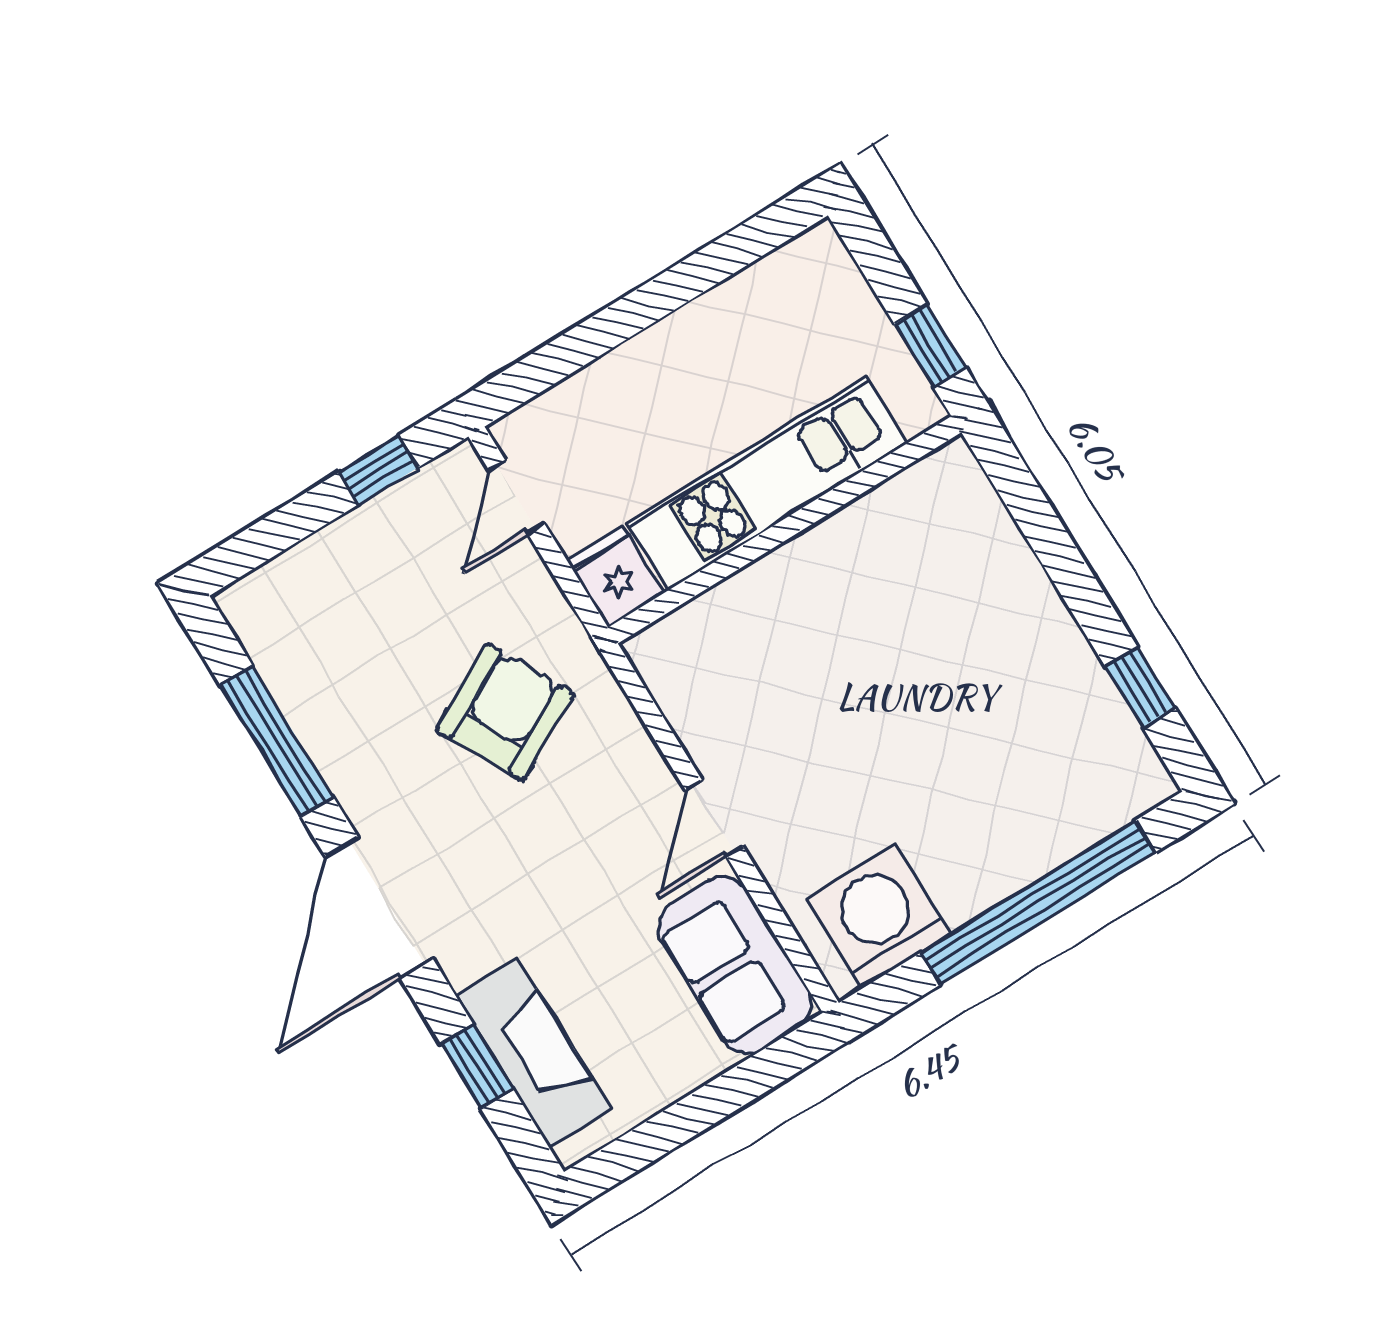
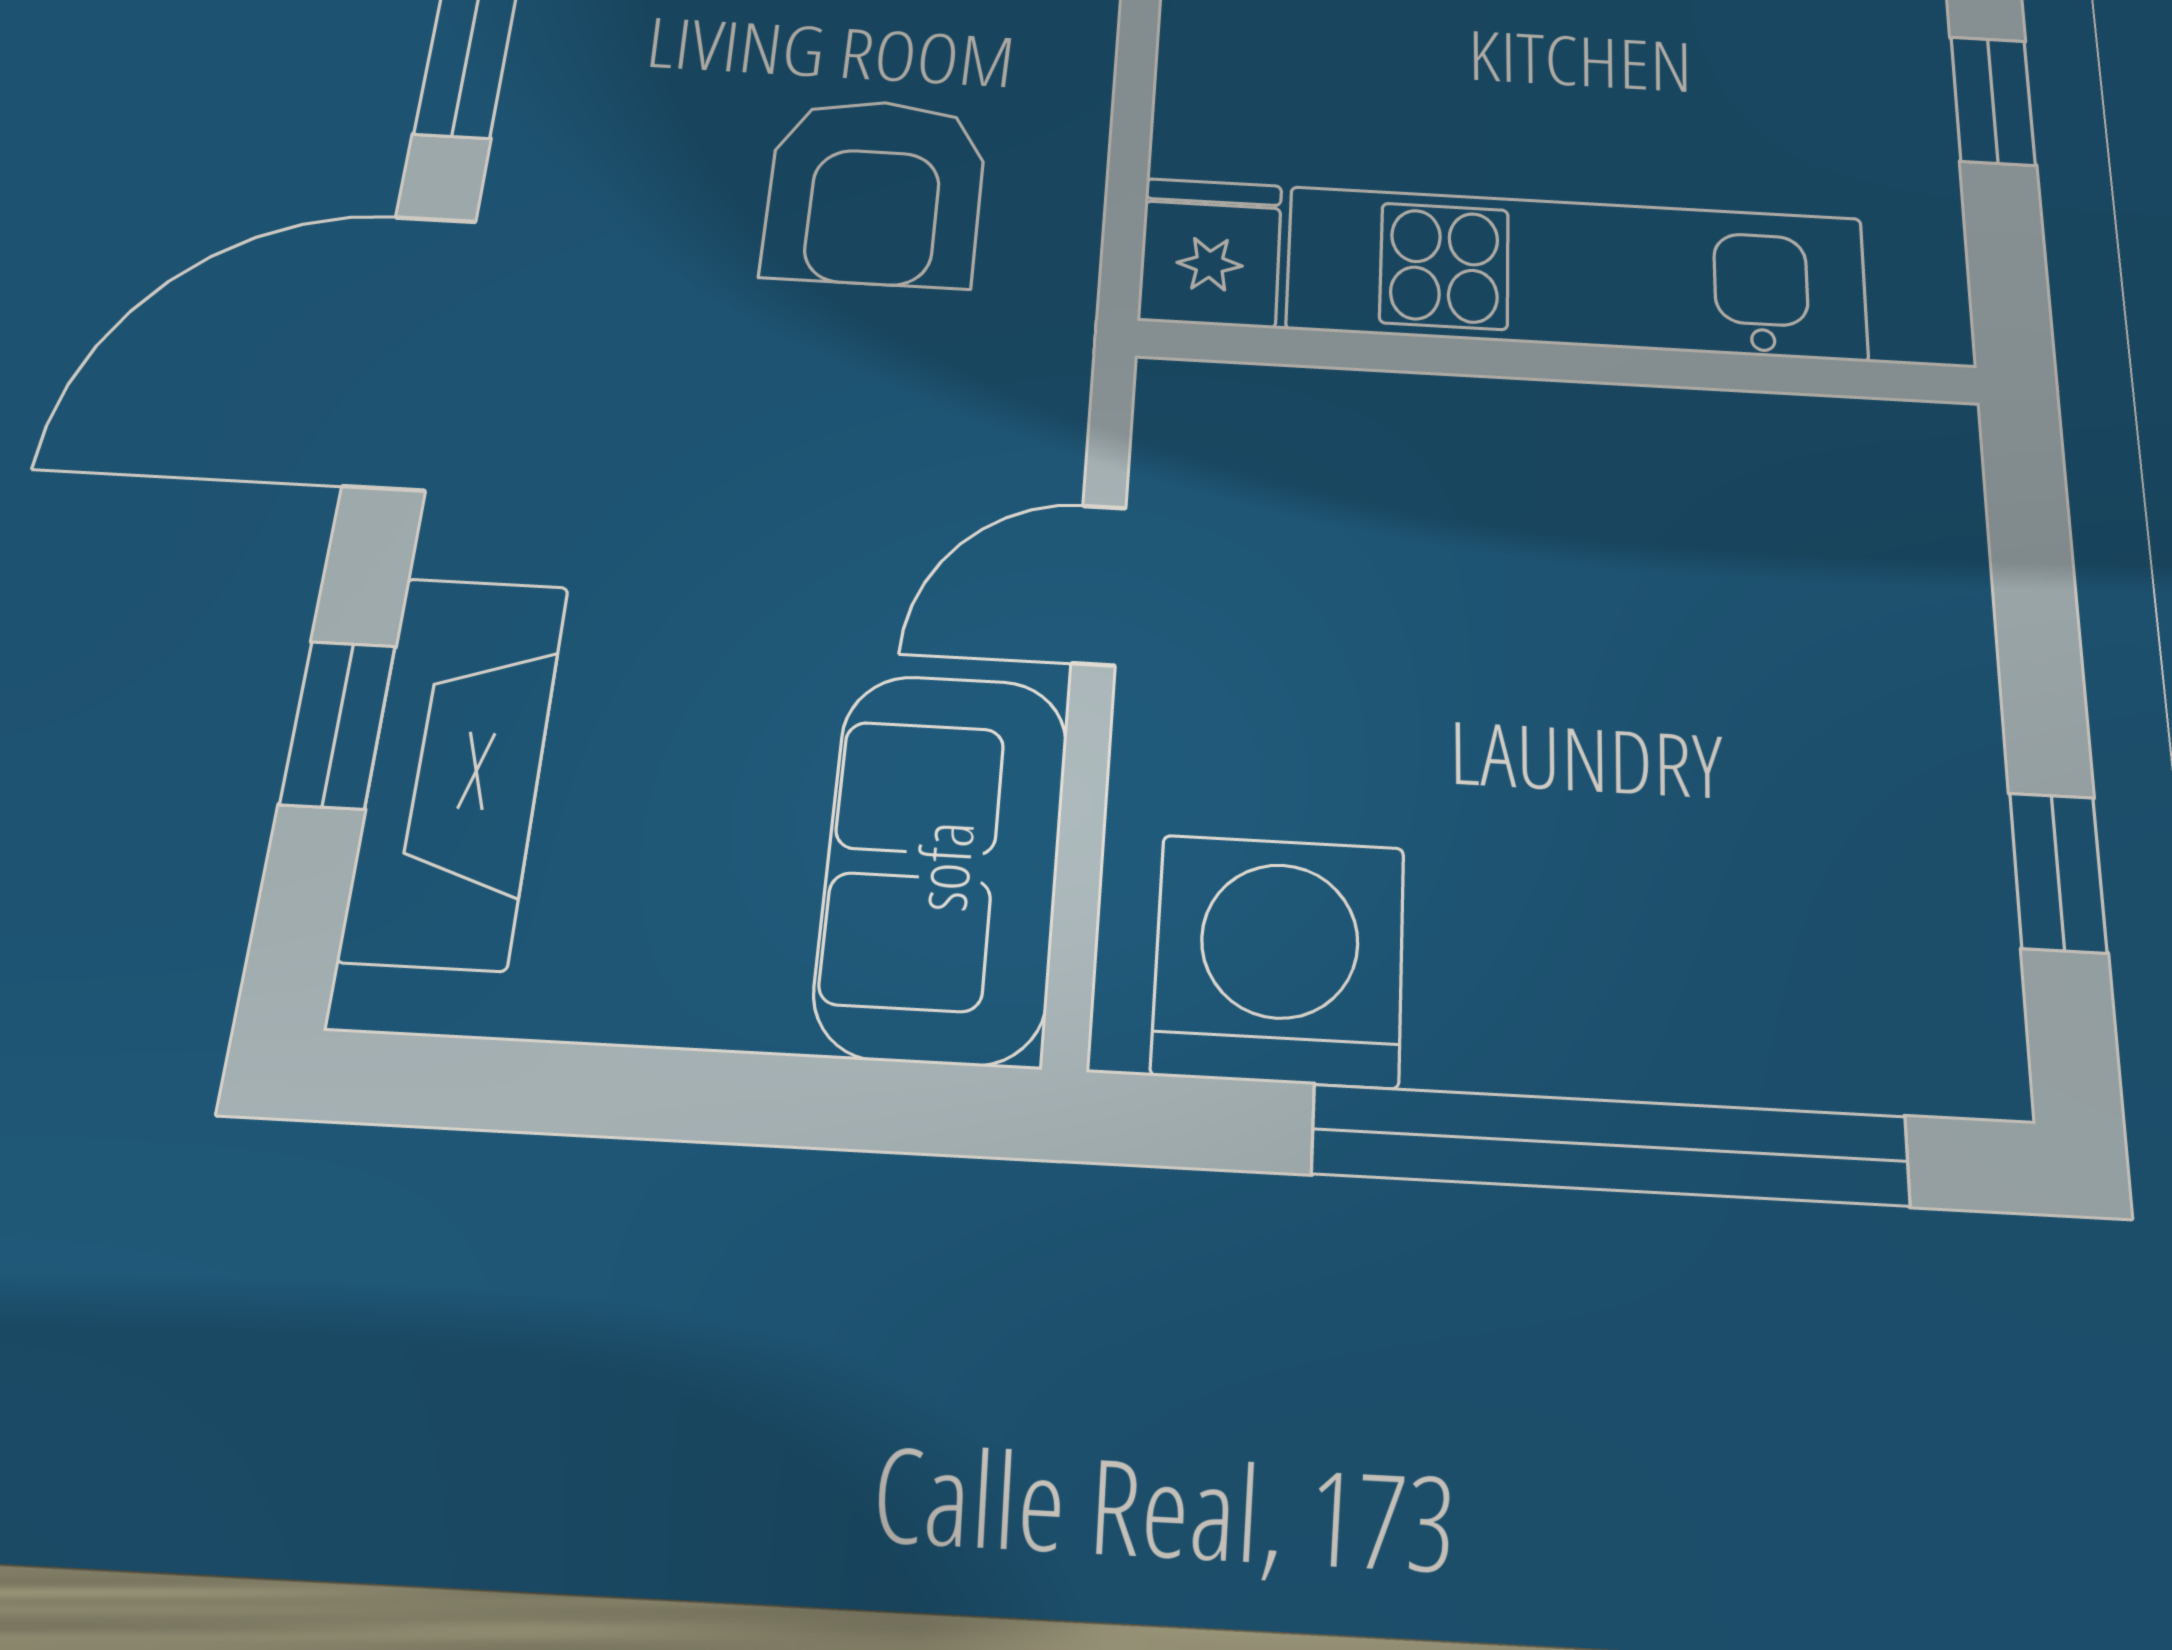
kitchen unit: (767, 483) -> (1577, 273), moved
wall: (785, 530) -> (1557, 362), moved
fridge: (615, 577) -> (1210, 253), moved
armchair: (505, 712) -> (875, 192), turned 118

